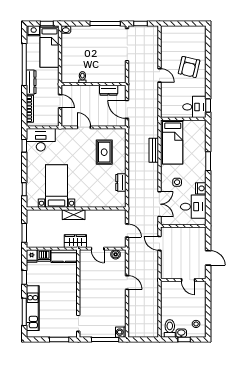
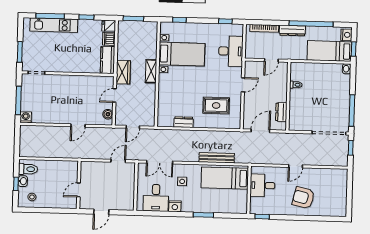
desk: (194, 107) -> (262, 185), moved, turned 90
desk: (41, 140) -> (231, 51), moved
bench: (154, 150) -> (217, 158), width x1.36

